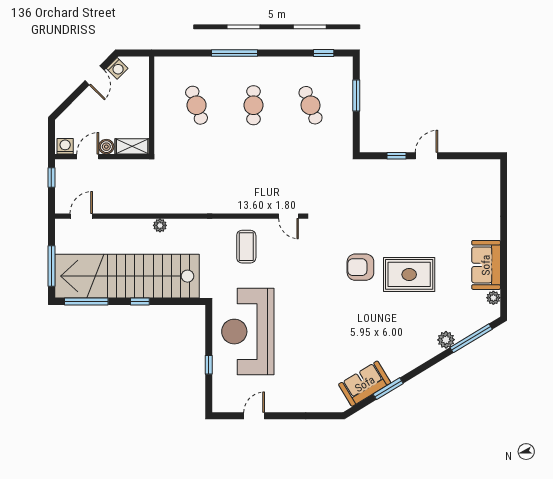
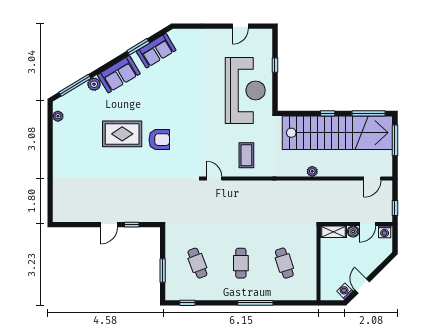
sofa: (486, 265) -> (119, 74), moved, turned 59

